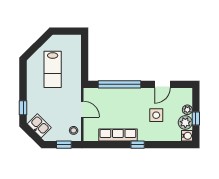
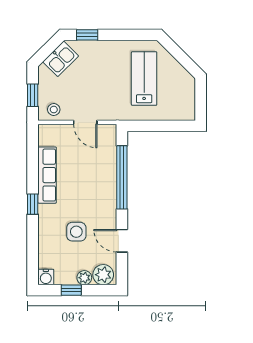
lab bench: (53, 69) -> (144, 79), turned 90
door: (82, 109) -> (85, 122), hinge flipped
plant: (185, 123) -> (103, 275), moved

